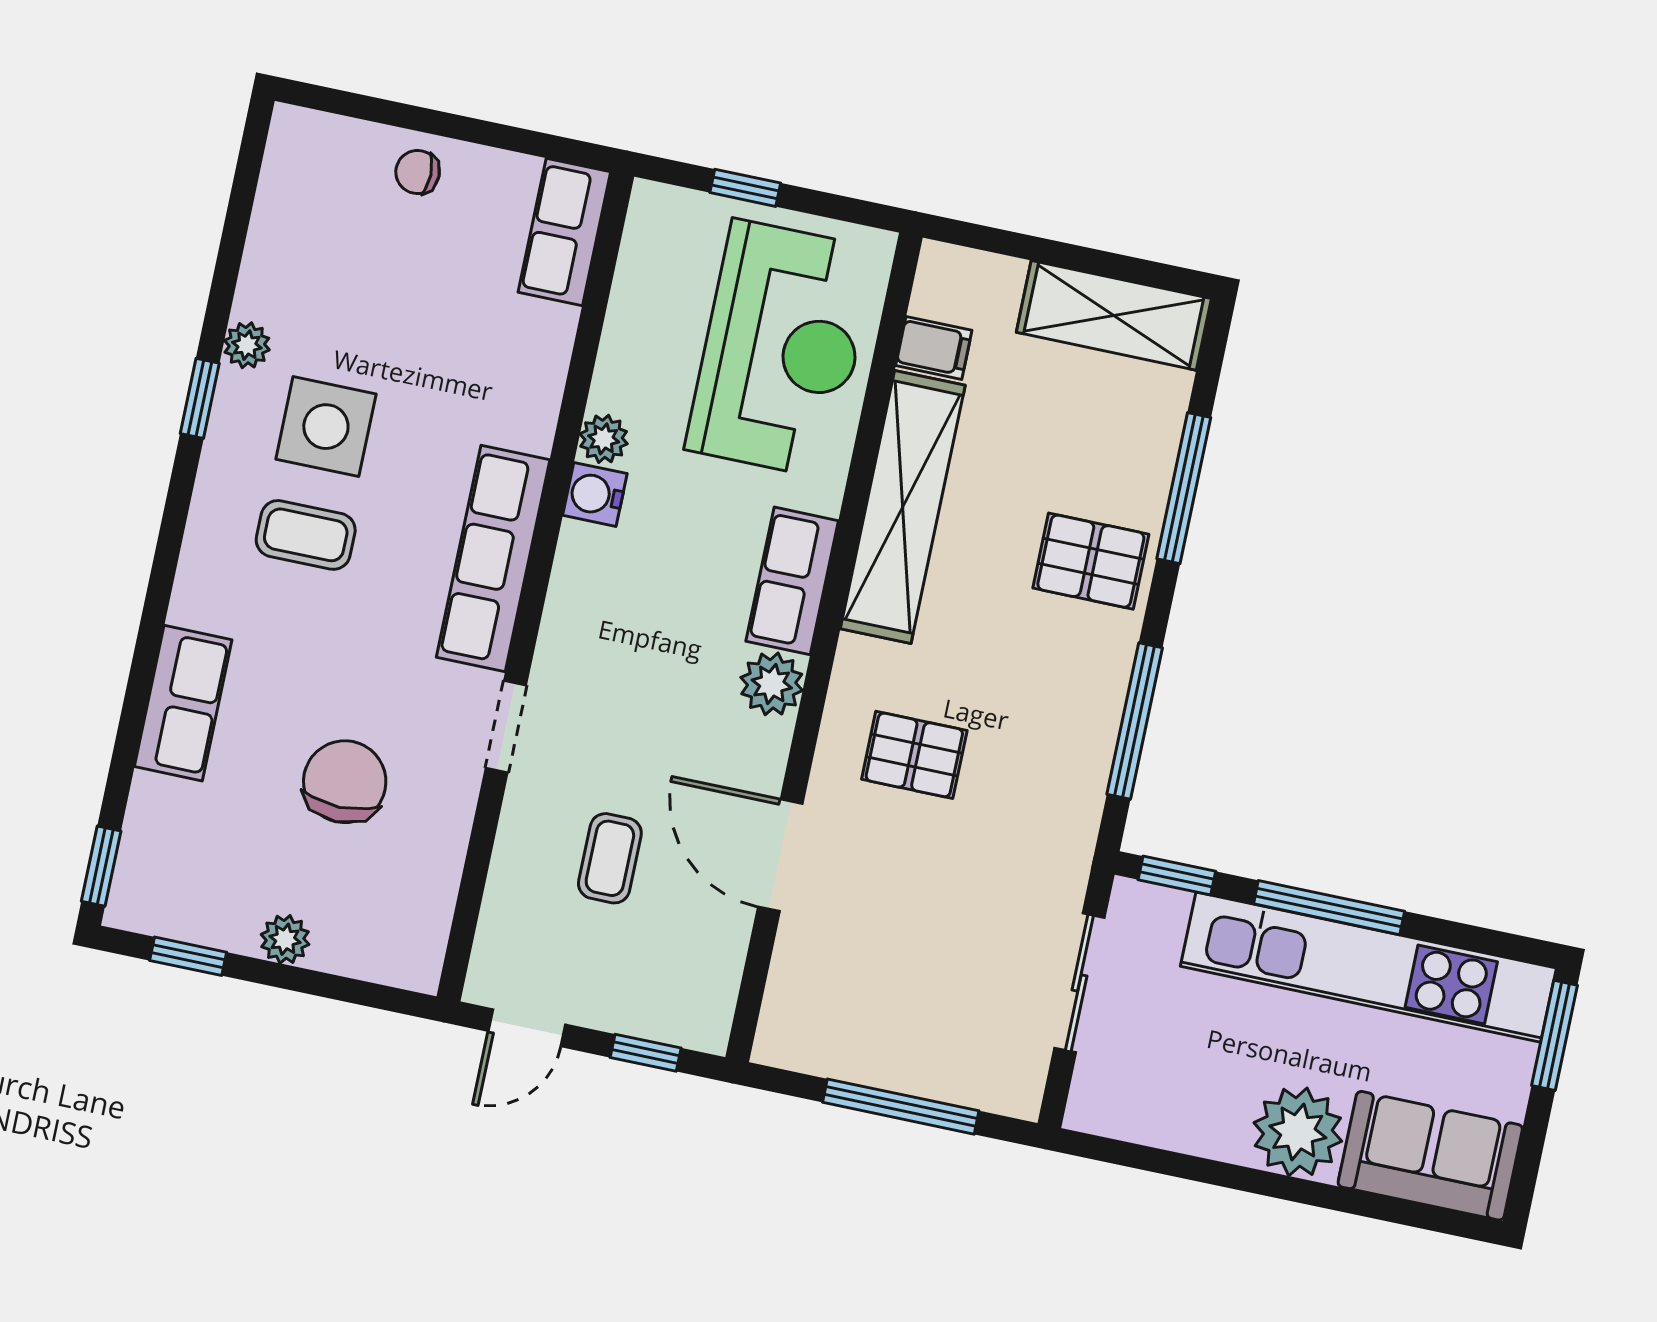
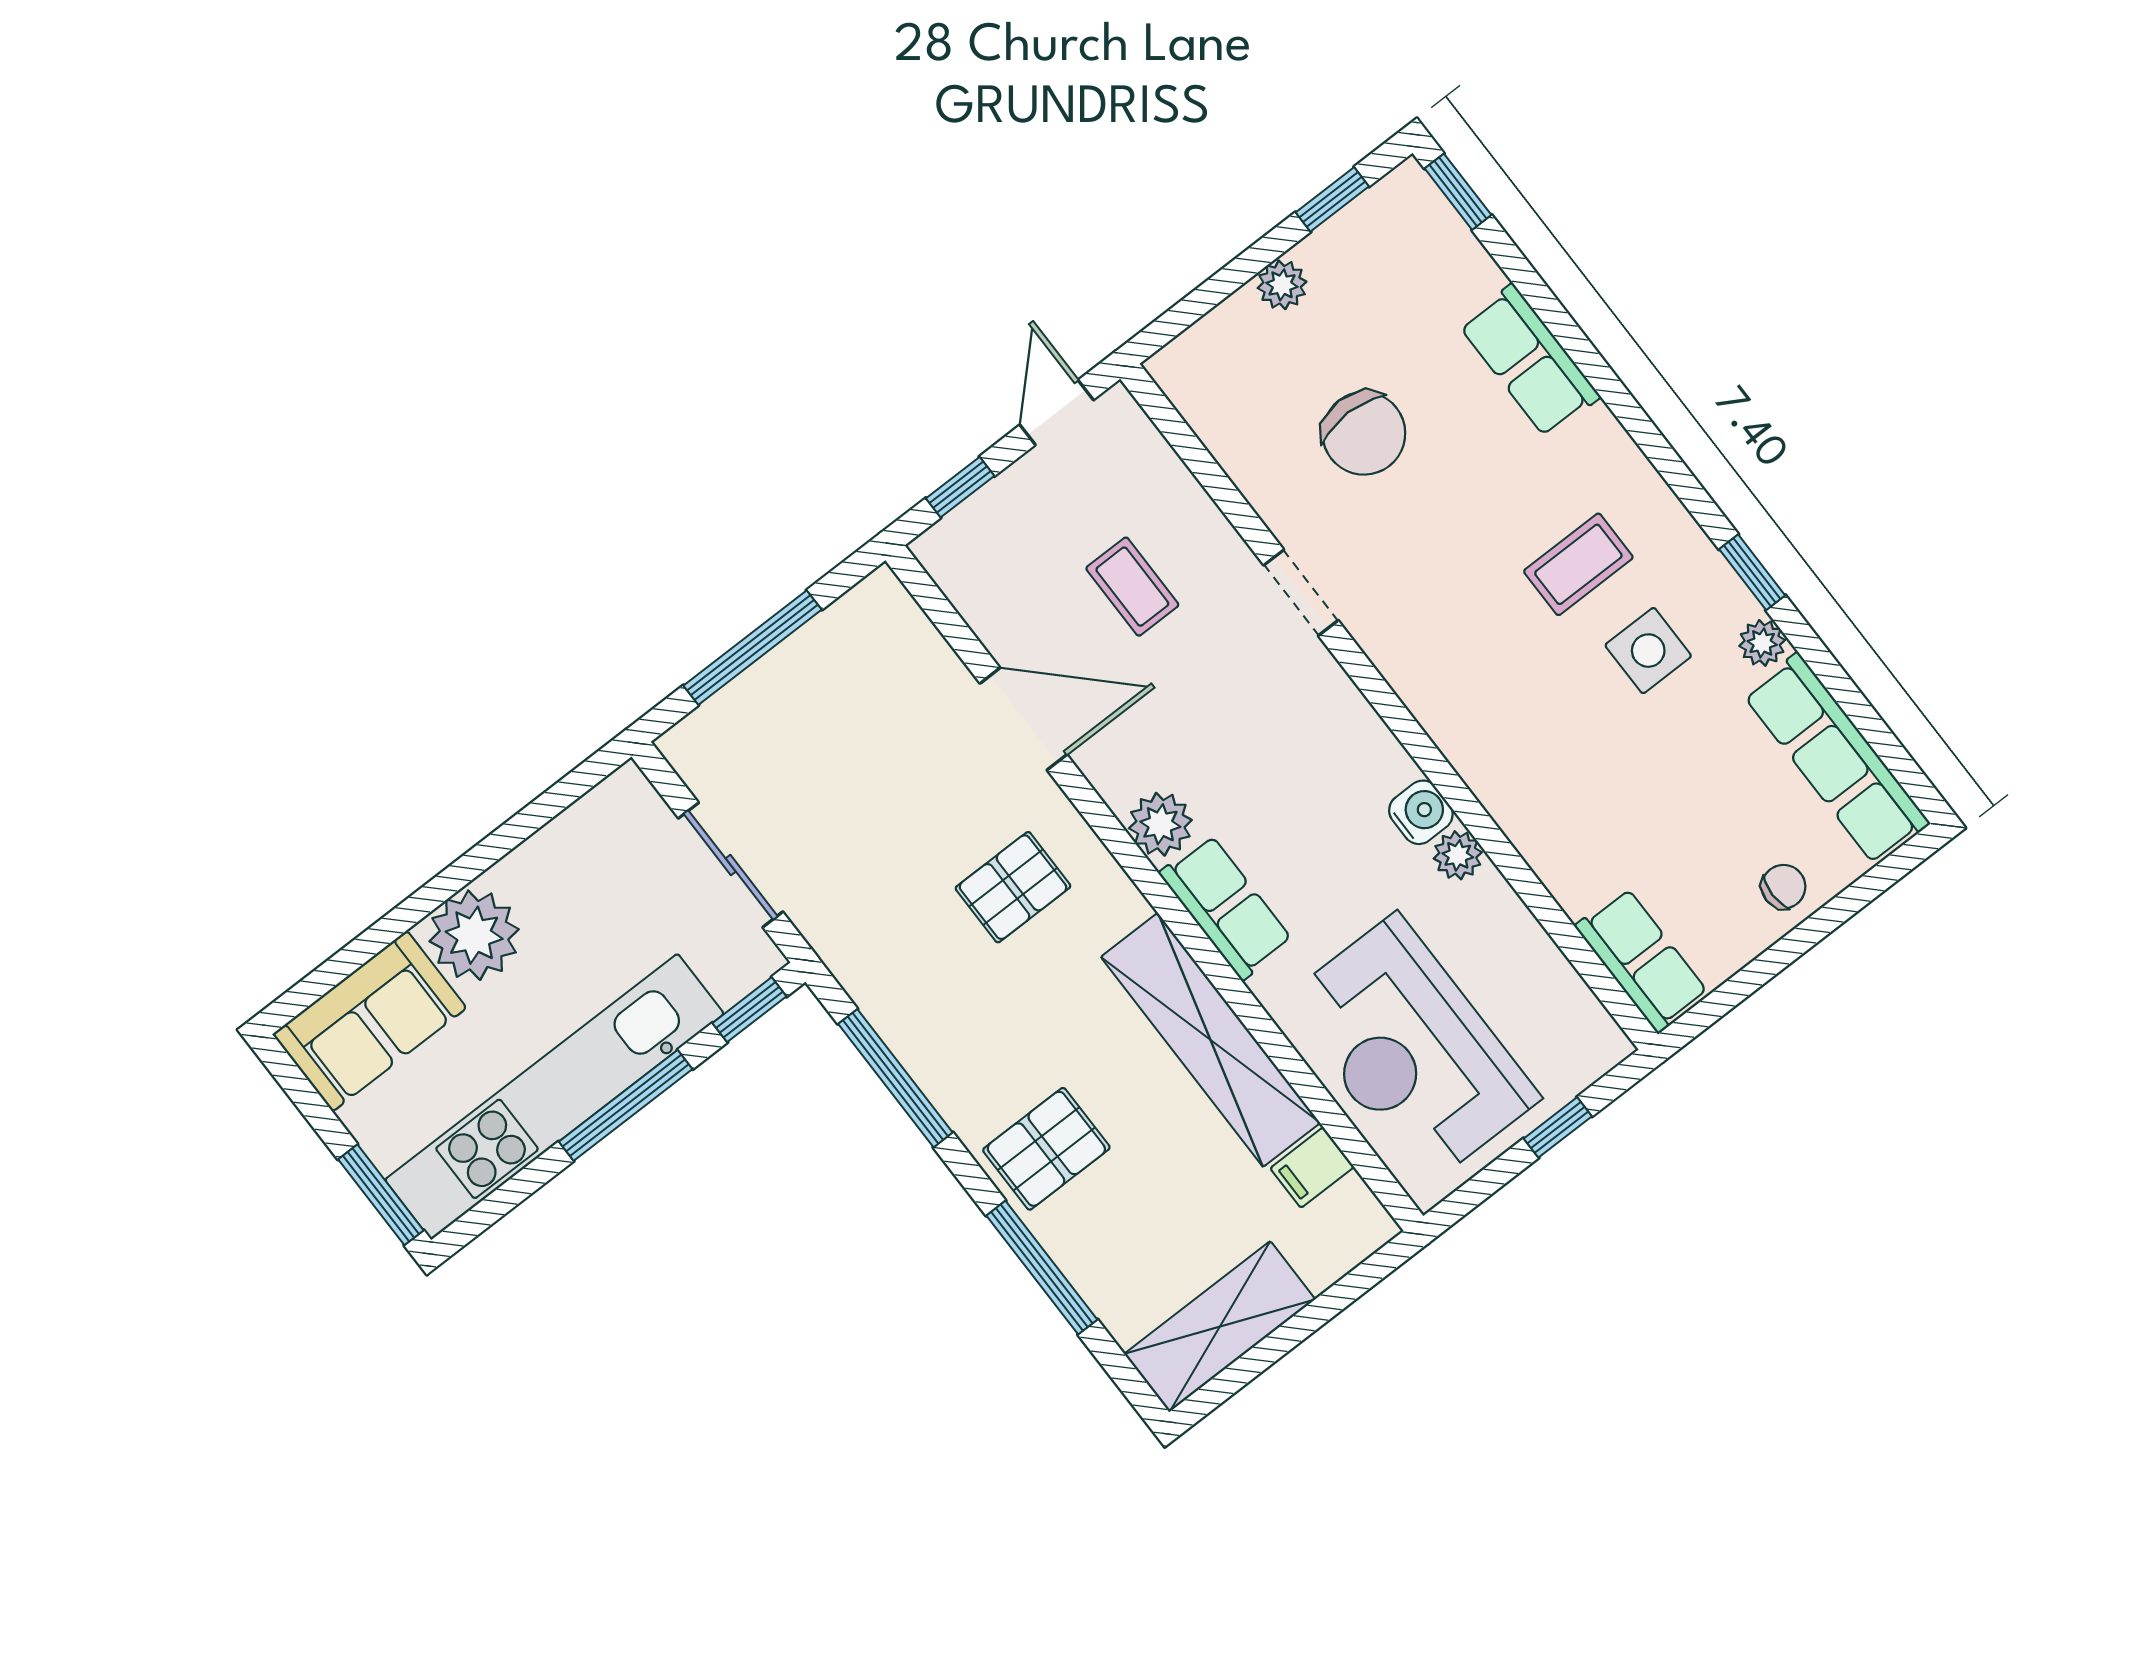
side table: (326, 427) -> (1648, 651), width x0.73, depth x0.73
row of seats: (493, 559) -> (1836, 759), moved, turned 180

